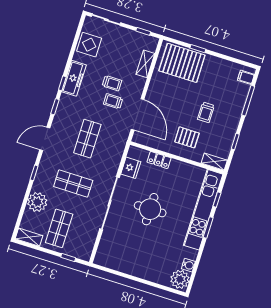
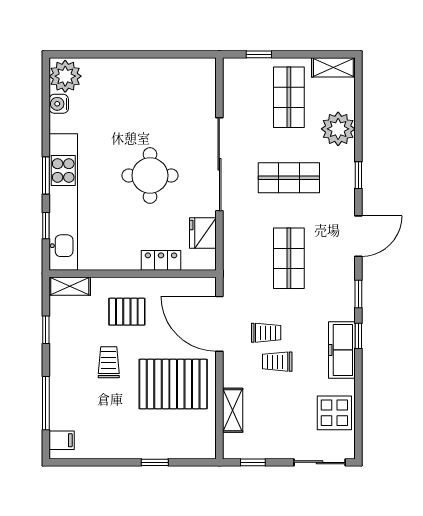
pallet: (182, 63) -> (173, 384), moved

